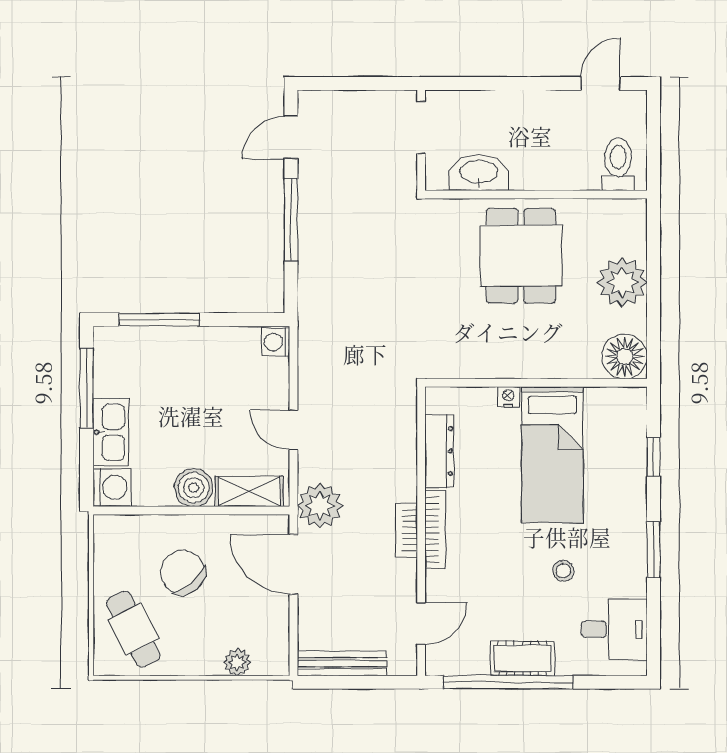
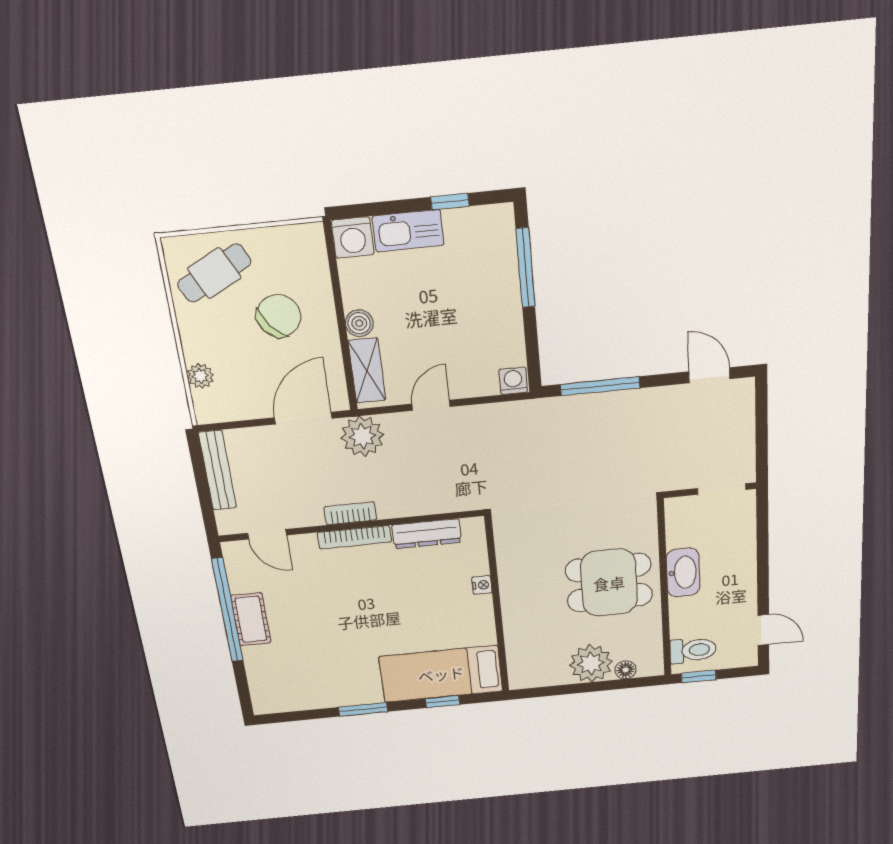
window: (654, 159) -> (699, 676), added
washbasin: (479, 173) -> (683, 572), moved
window: (291, 219) -> (600, 386), moved
floor lamp: (625, 356) -> (626, 670), moved, width x0.53, depth x0.53
window: (87, 388) -> (450, 201), width x0.46
bed: (552, 455) -> (441, 674), moved
boiler: (194, 488) -> (359, 323), width x0.73, depth x0.73
stool: (563, 571) -> (334, 643), removed
desk: (614, 629) -> (289, 687), removed

